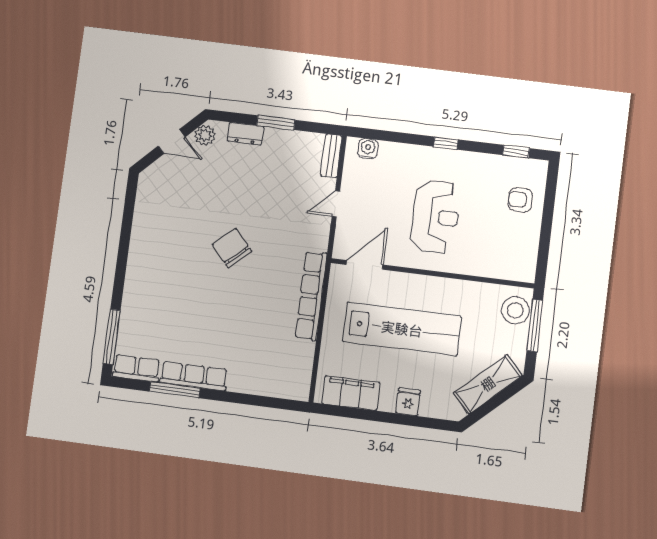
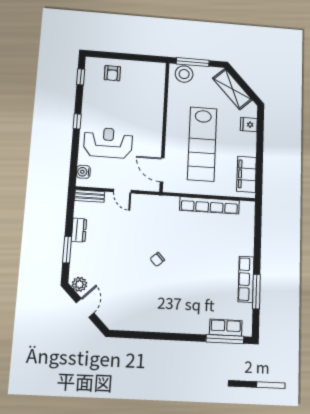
window: (276, 123) -> (67, 250), moved
dresser: (245, 134) -> (79, 230), moved
reception desk: (435, 217) -> (108, 143), moved
chair: (232, 248) -> (157, 259), width x0.54, depth x0.54
row of seats: (311, 296) -> (209, 205), moved
lab bench: (402, 329) -> (202, 144), turned 180
row of seats: (136, 368) -> (226, 328), moved, turned 90
fridge: (408, 402) -> (249, 125), moved

